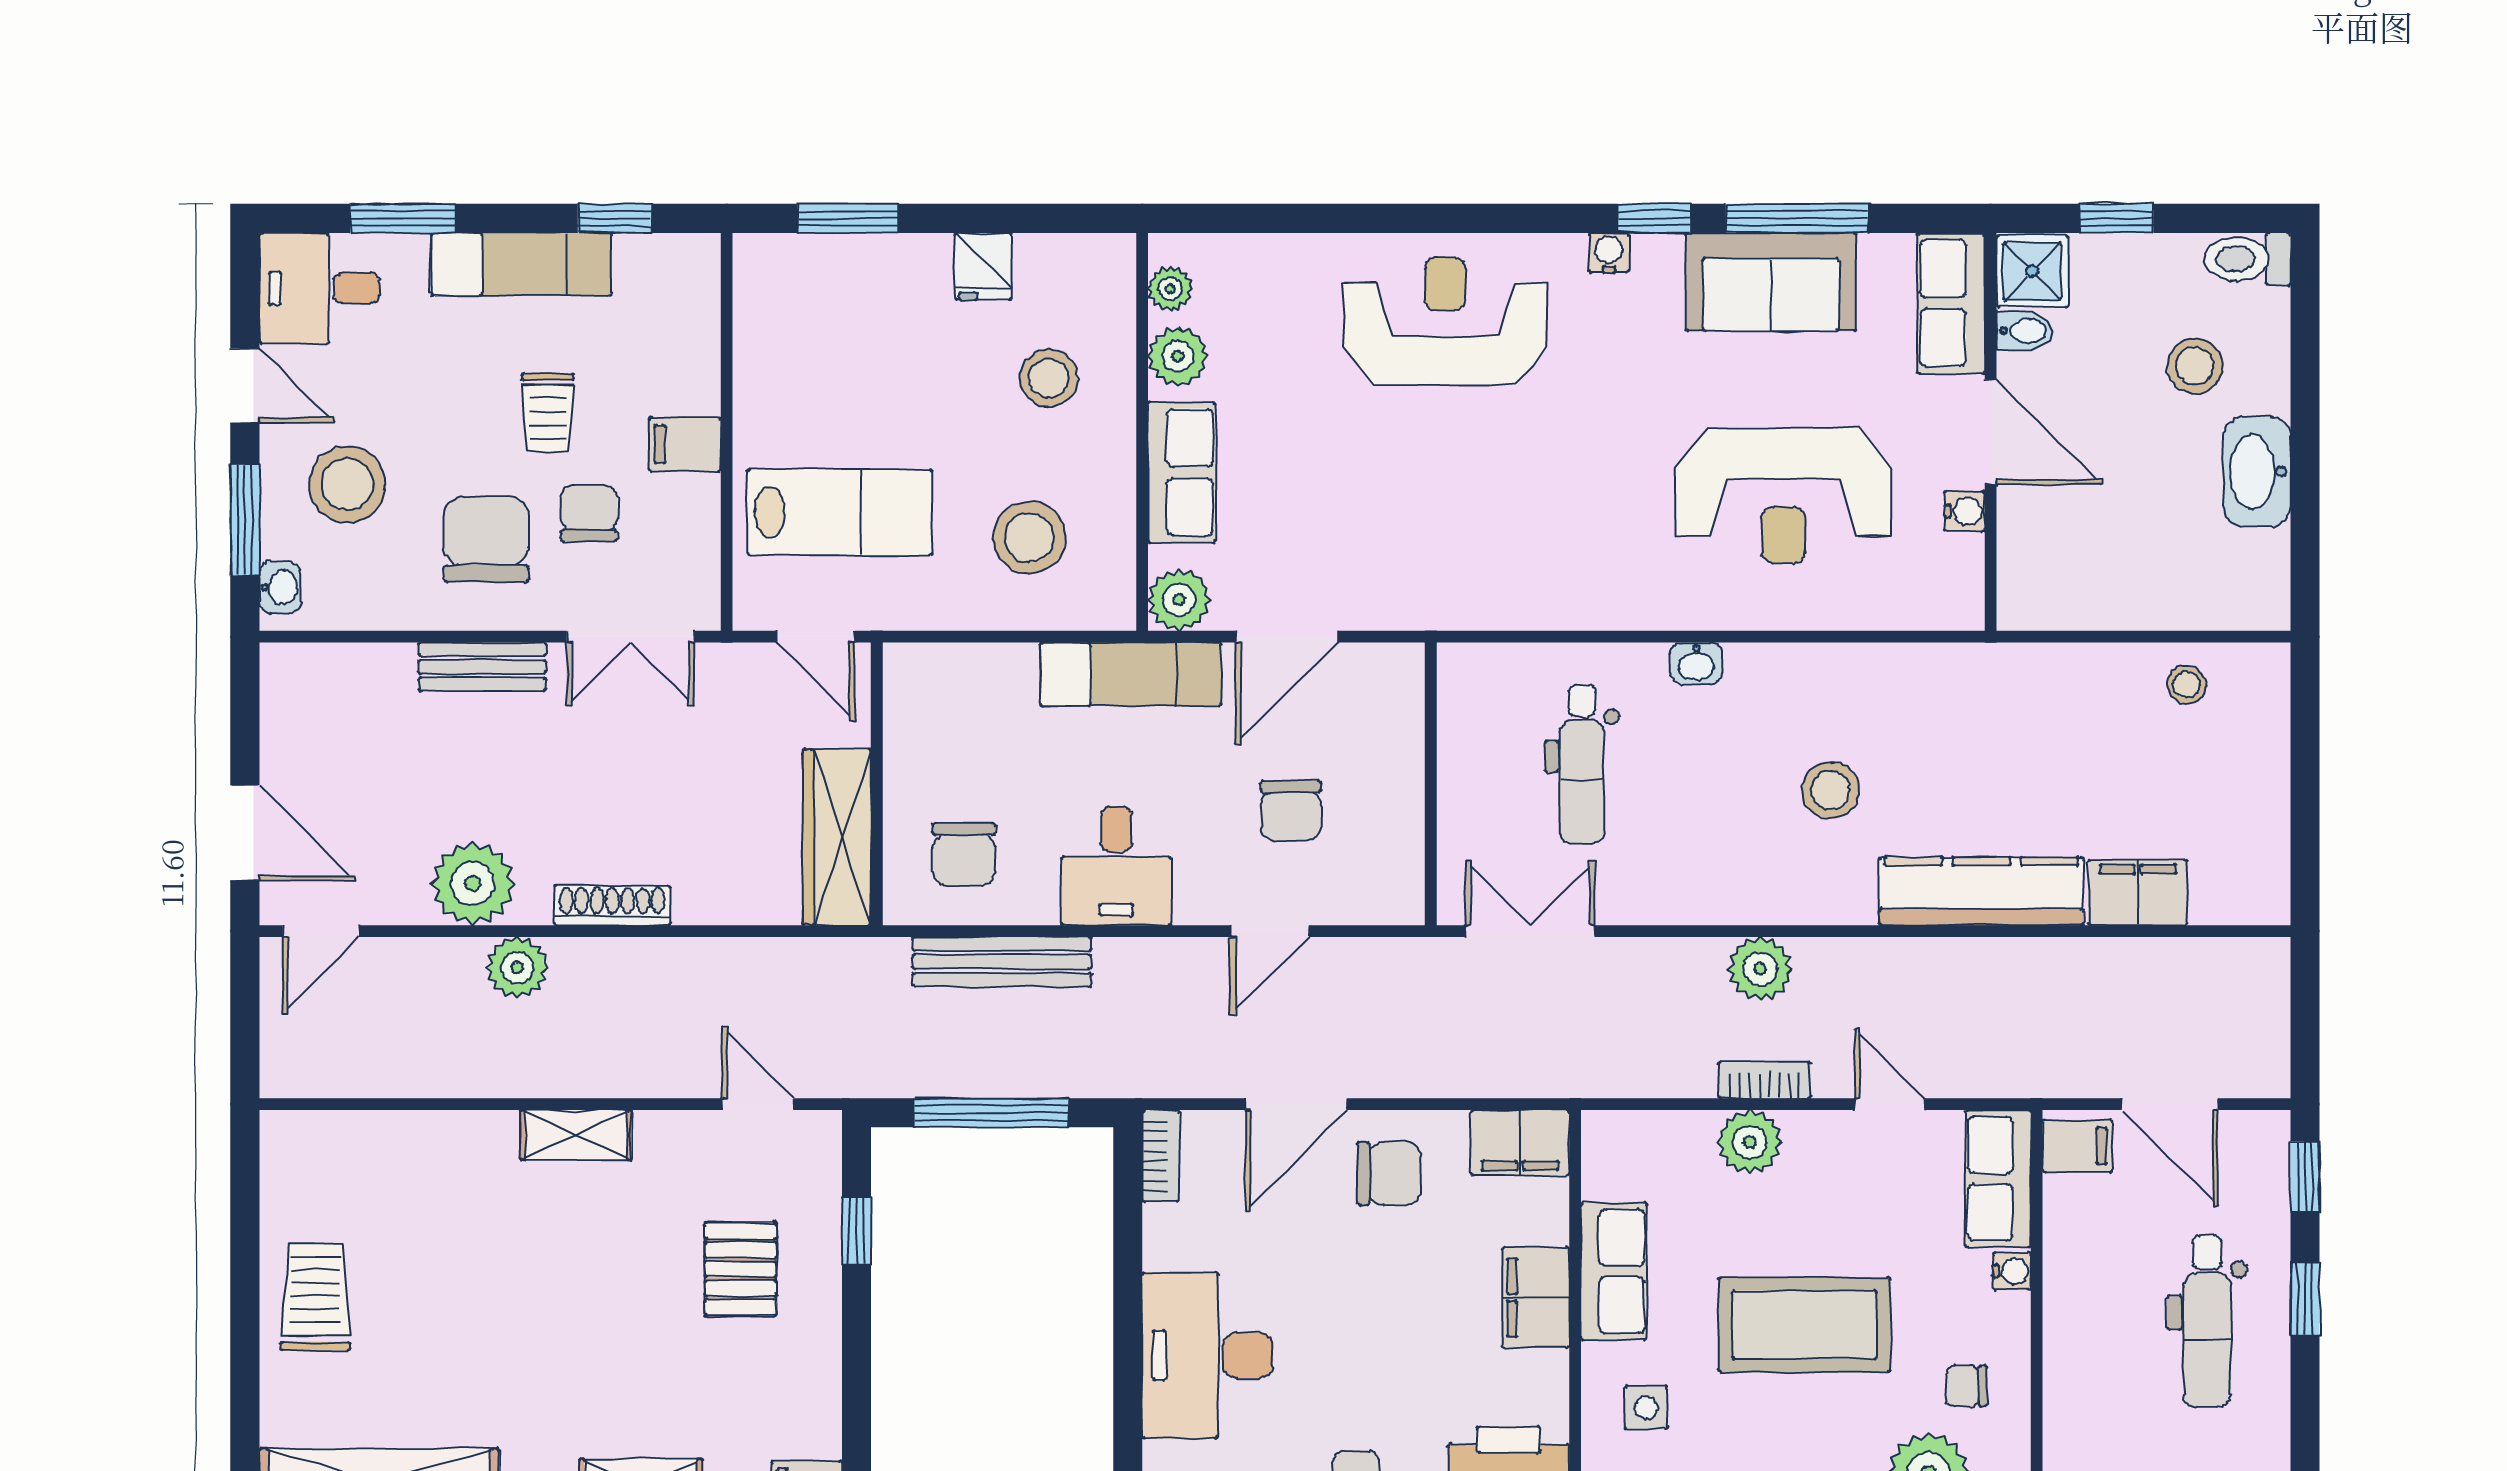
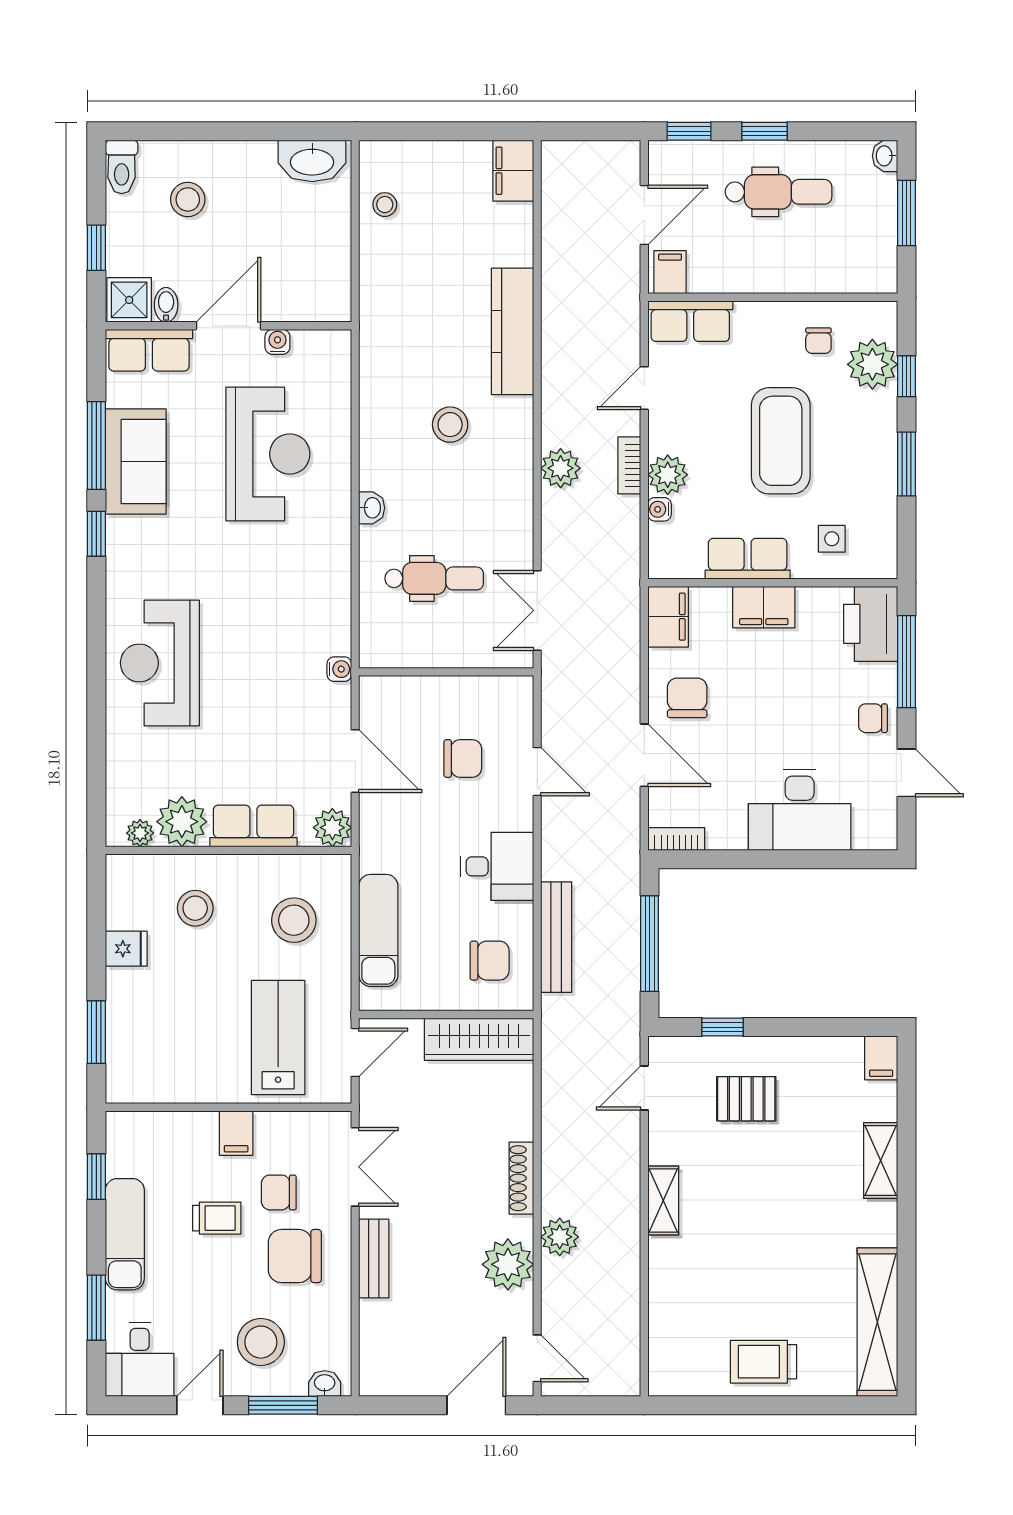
water cooler: (1609, 253) -> (339, 669), moved, turned 180
plant: (1178, 356) -> (182, 822), width x1.36, depth x1.36
washbasin: (2257, 472) -> (312, 161), moved
exam couch: (1131, 674) -> (378, 930), moved
filing cabinet: (2138, 892) -> (513, 171), moved
water cooler: (2012, 1271) -> (660, 509), moved, turned -90

